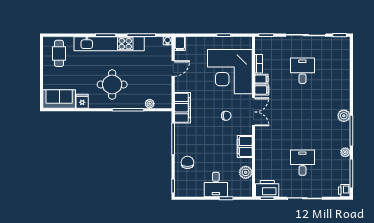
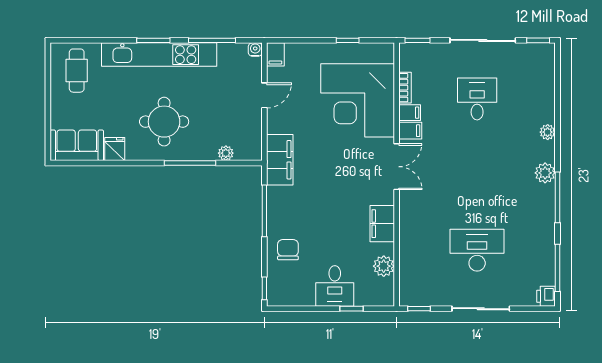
chair: (226, 116) -> (352, 173), removed
plant: (345, 152) -> (548, 132), moved
desk: (302, 163) -> (477, 250), width x1.37
printer: (267, 189) -> (419, 293), removed

